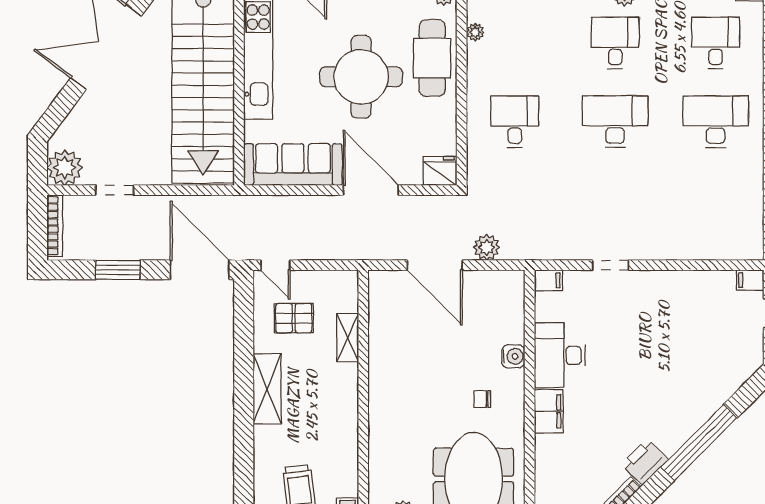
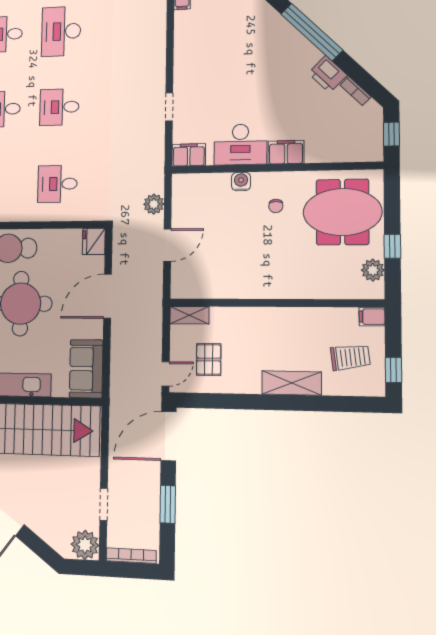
desk: (615, 122) -> (59, 107), width x0.73
sofa: (293, 165) -> (86, 369), width x0.73
door: (435, 265) -> (167, 245), width x0.73
filing cabinet: (548, 280) -> (189, 155), width x2.00
shelving: (348, 338) -> (189, 315), moved
shelving: (267, 389) -> (292, 383), moved

